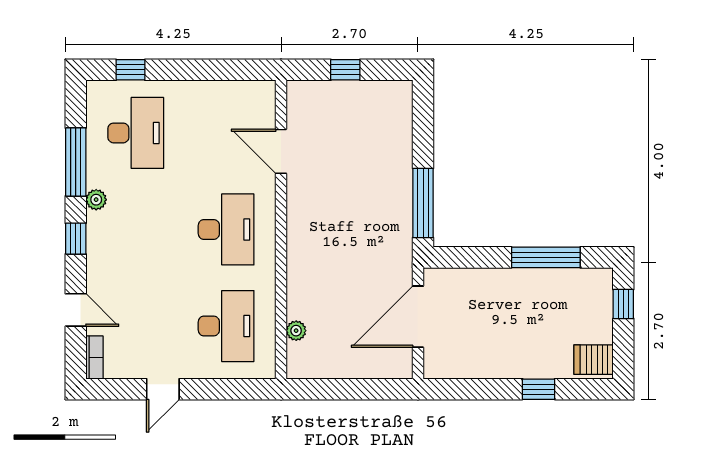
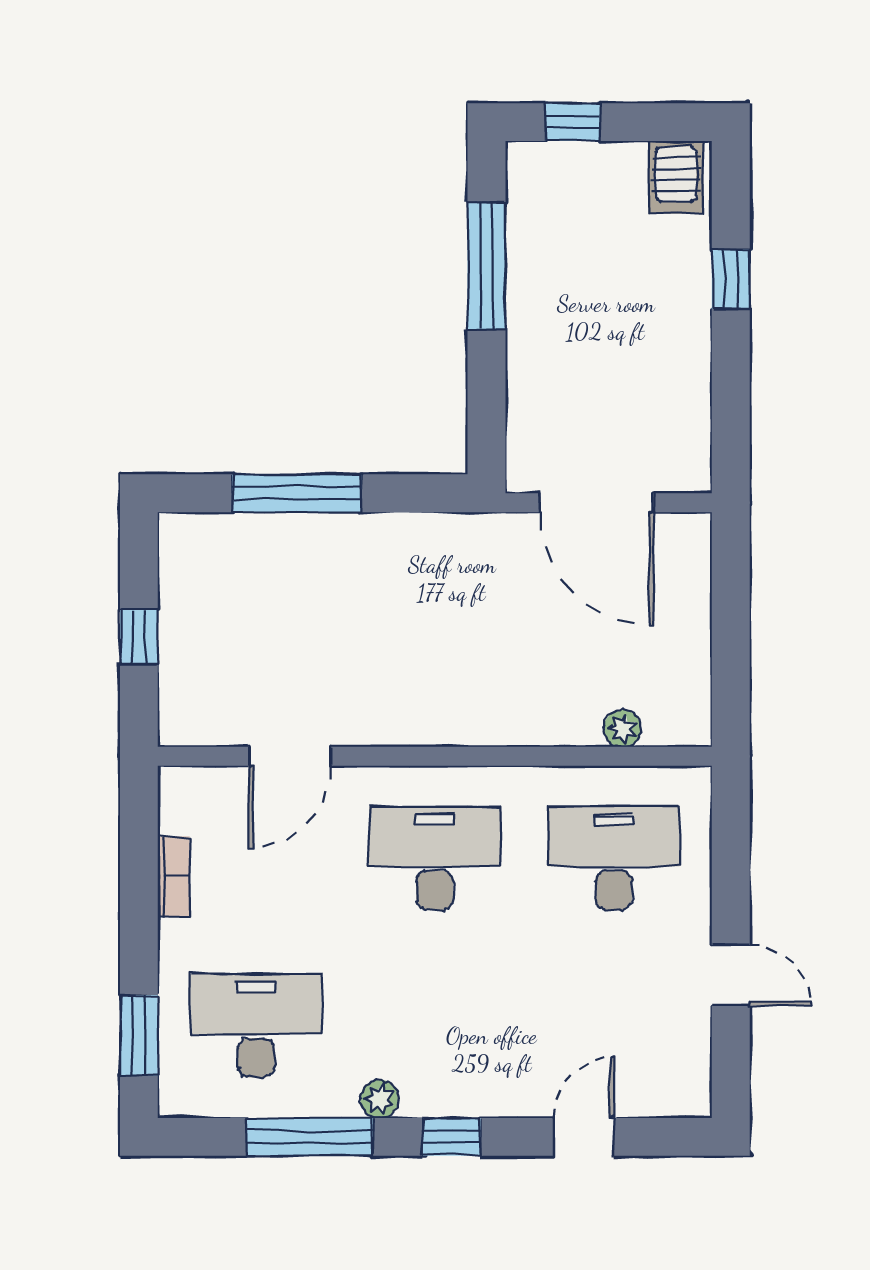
window: (131, 70) -> (139, 1035), width x1.50
window: (423, 203) -> (297, 493), moved
bookcase: (94, 358) -> (174, 876), moved, turned 90

